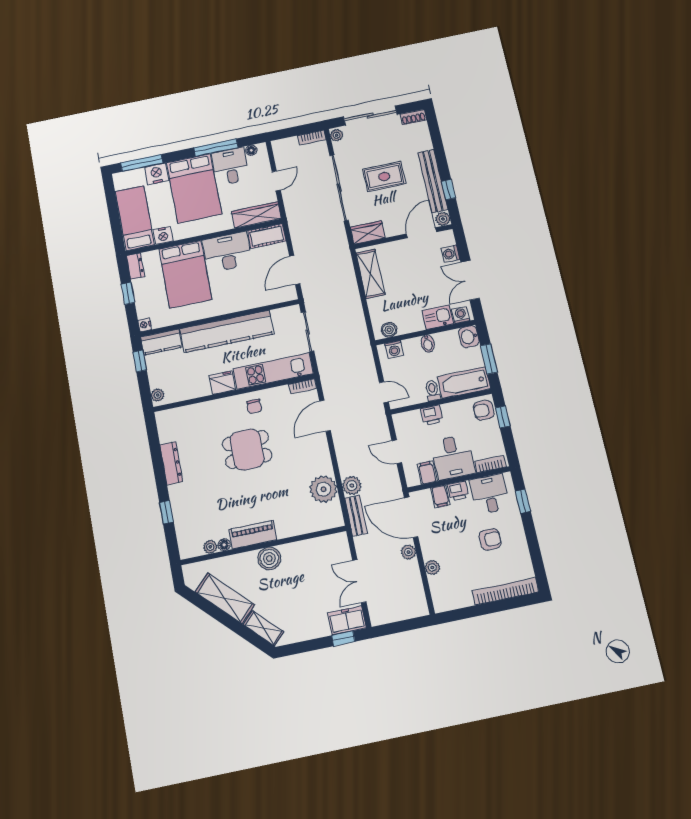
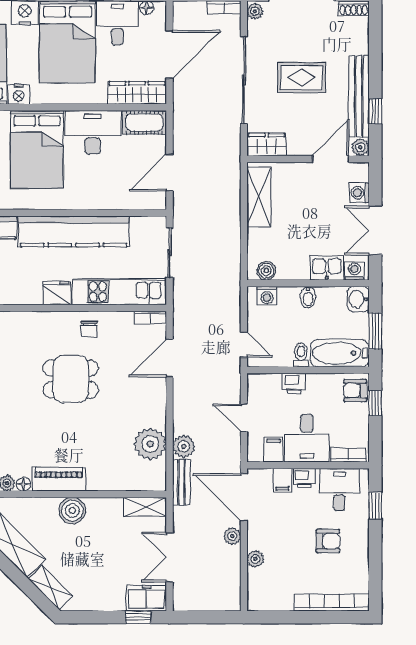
door: (276, 181) -> (169, 54), width x1.88
shelving: (330, 543) -> (145, 507), added

